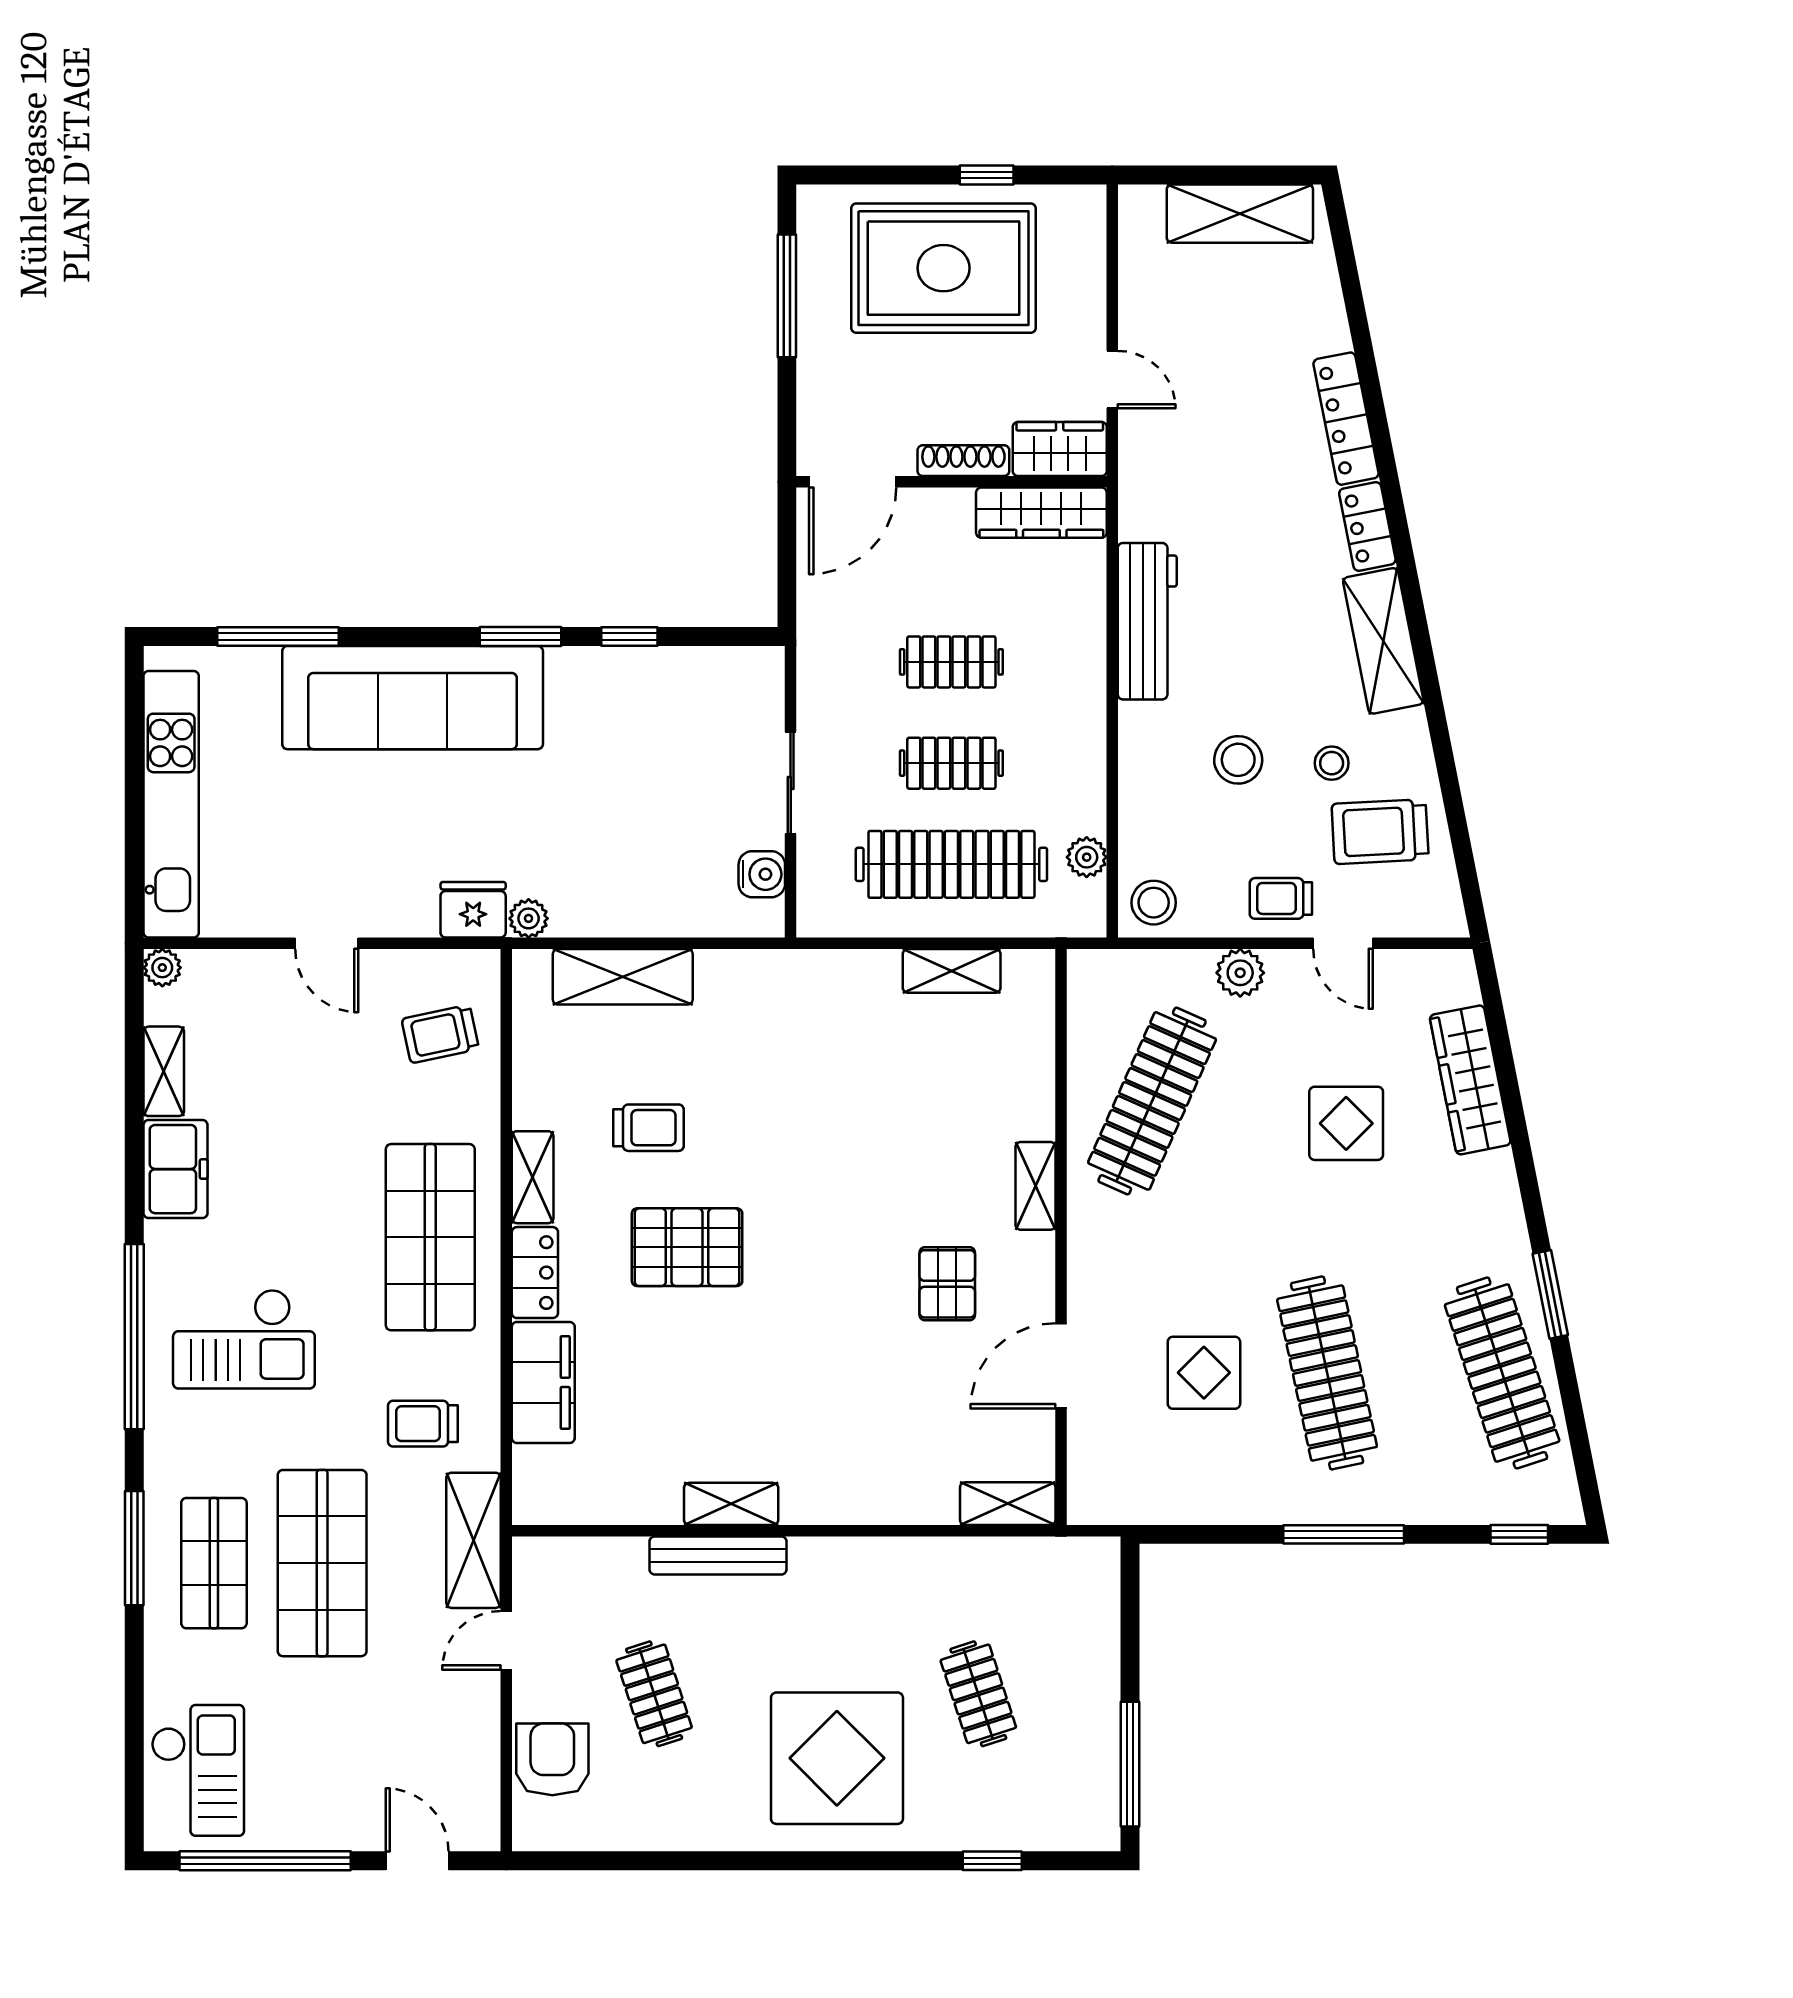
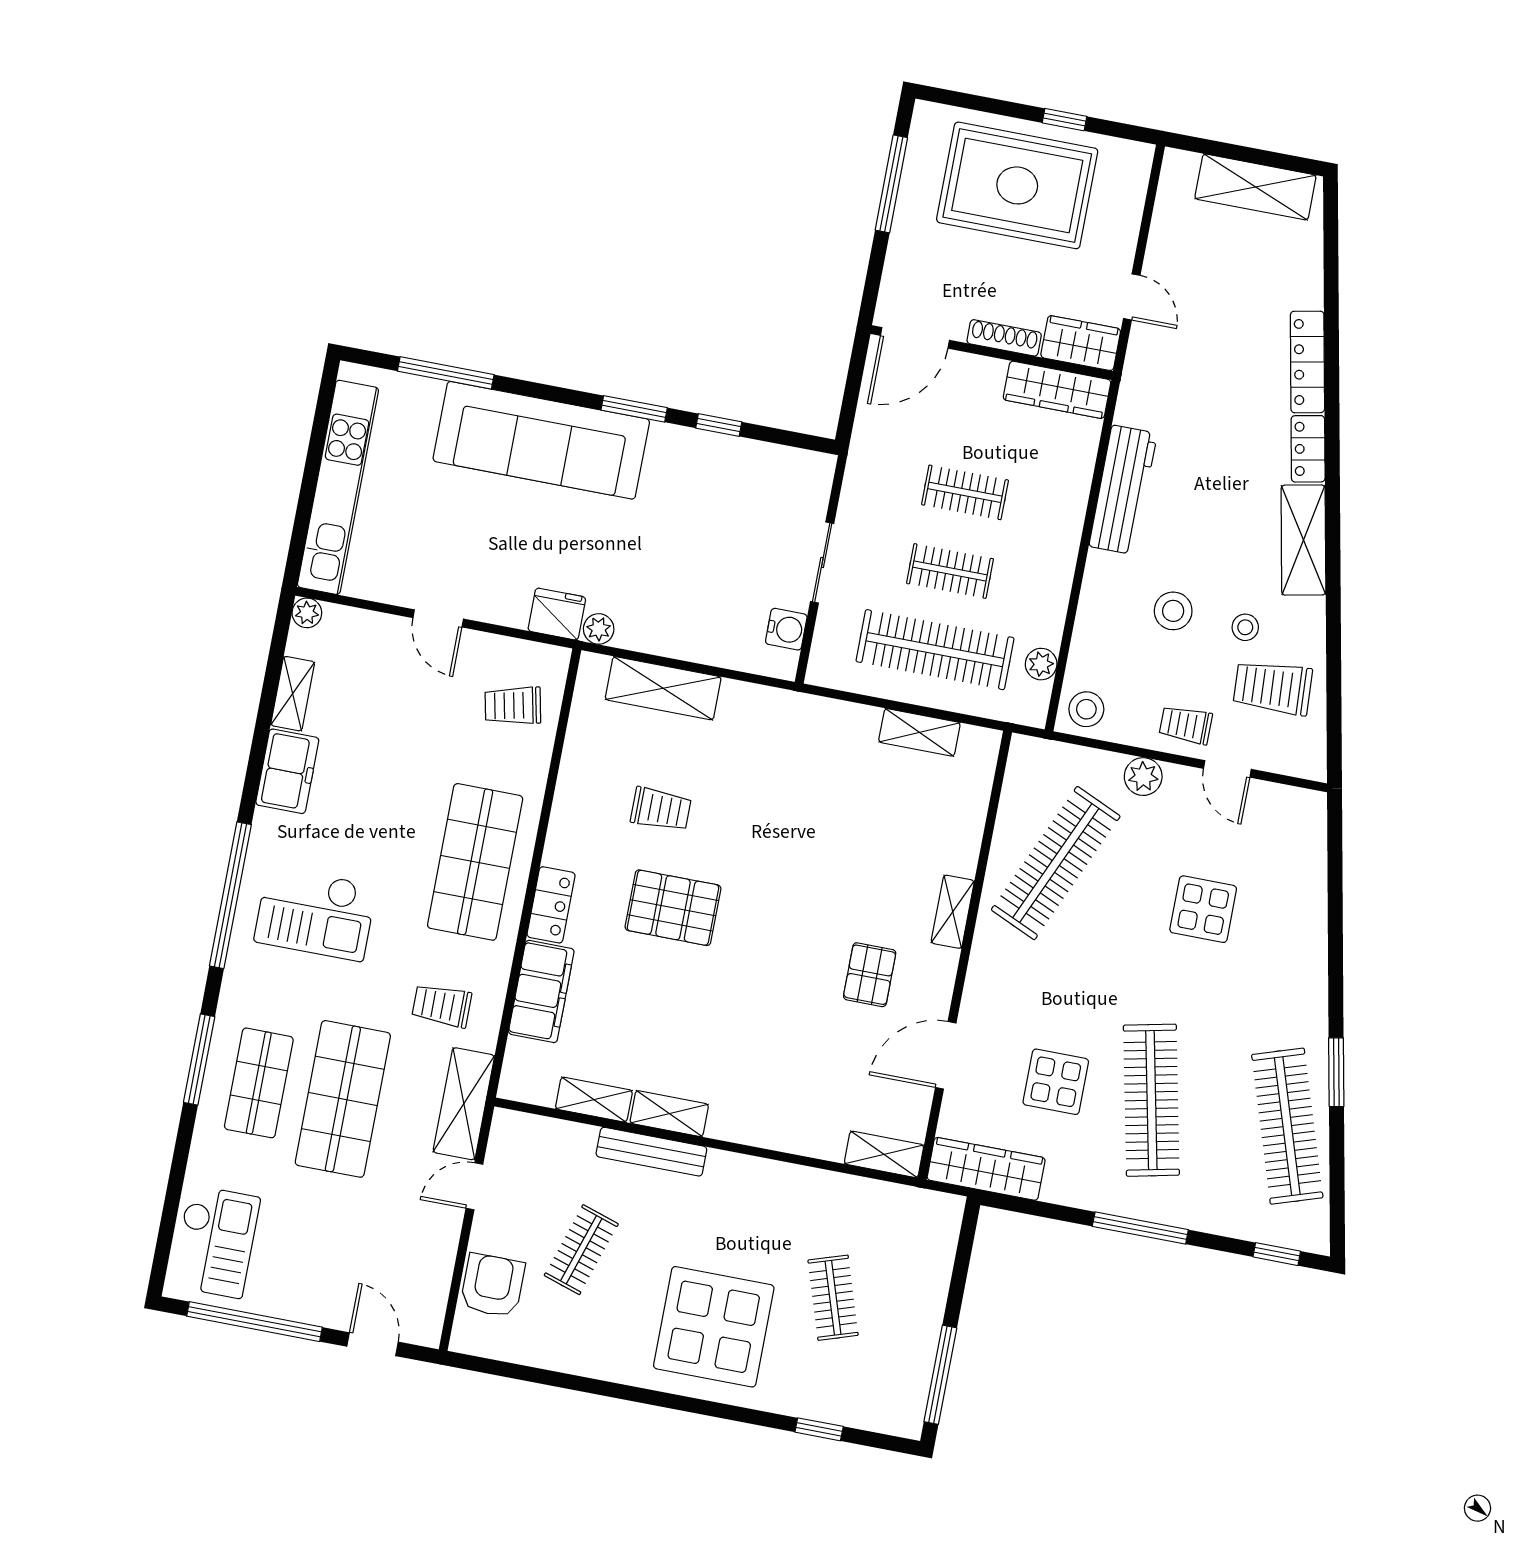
wardrobe: (1470, 1080) -> (986, 1169), moved, turned 101
shelving: (533, 1177) -> (594, 1100), moved, turned 90
clothes rail: (654, 1694) -> (581, 1250), turned 36

